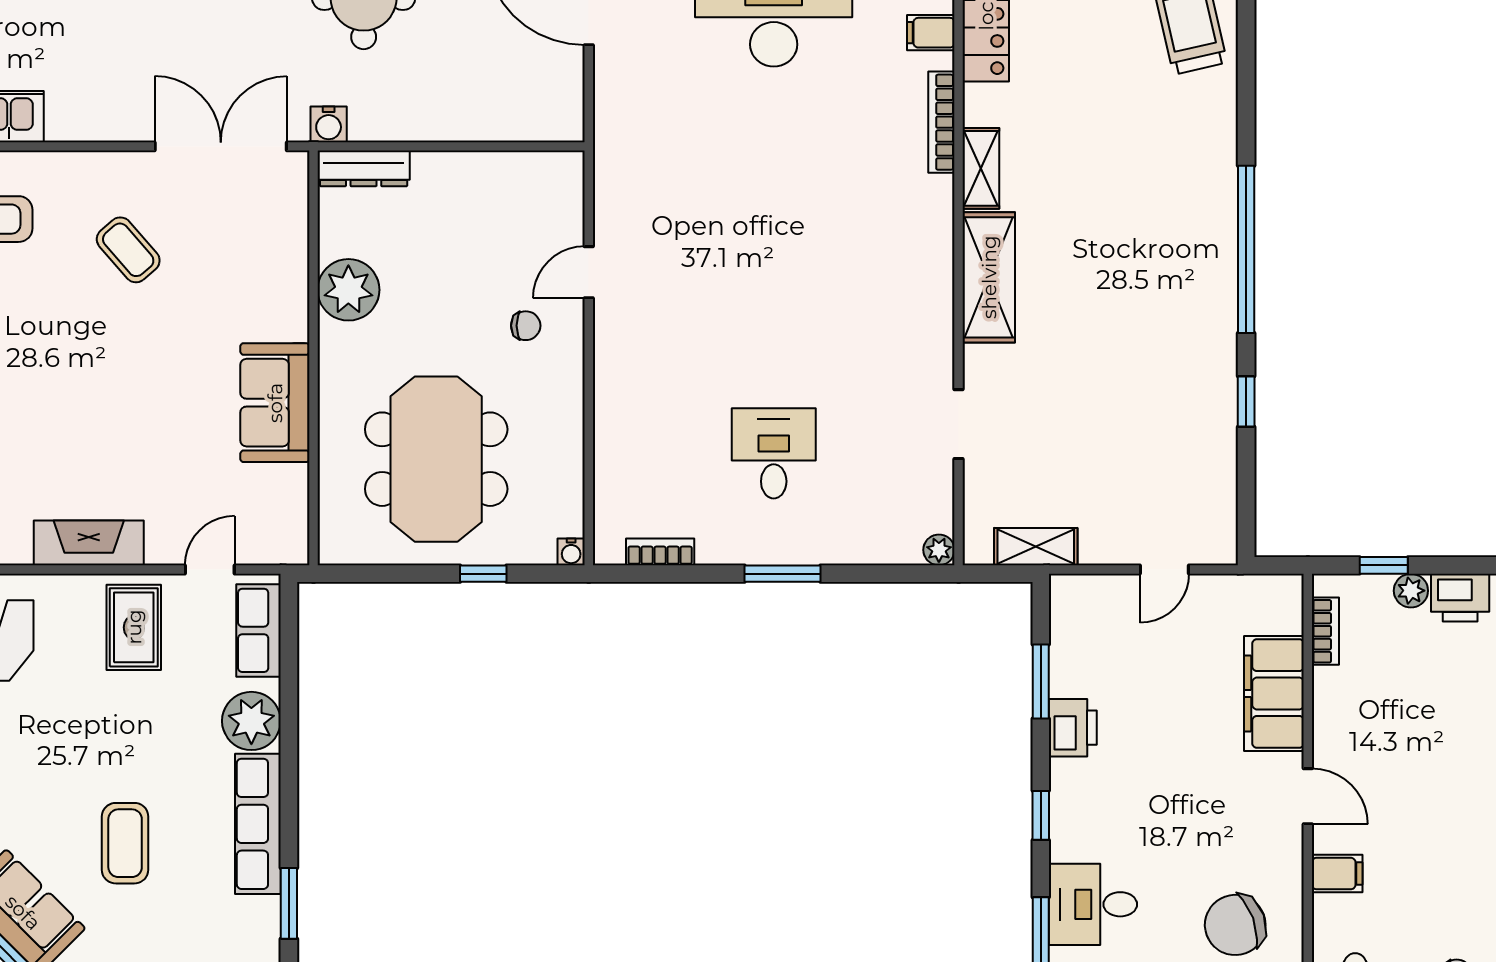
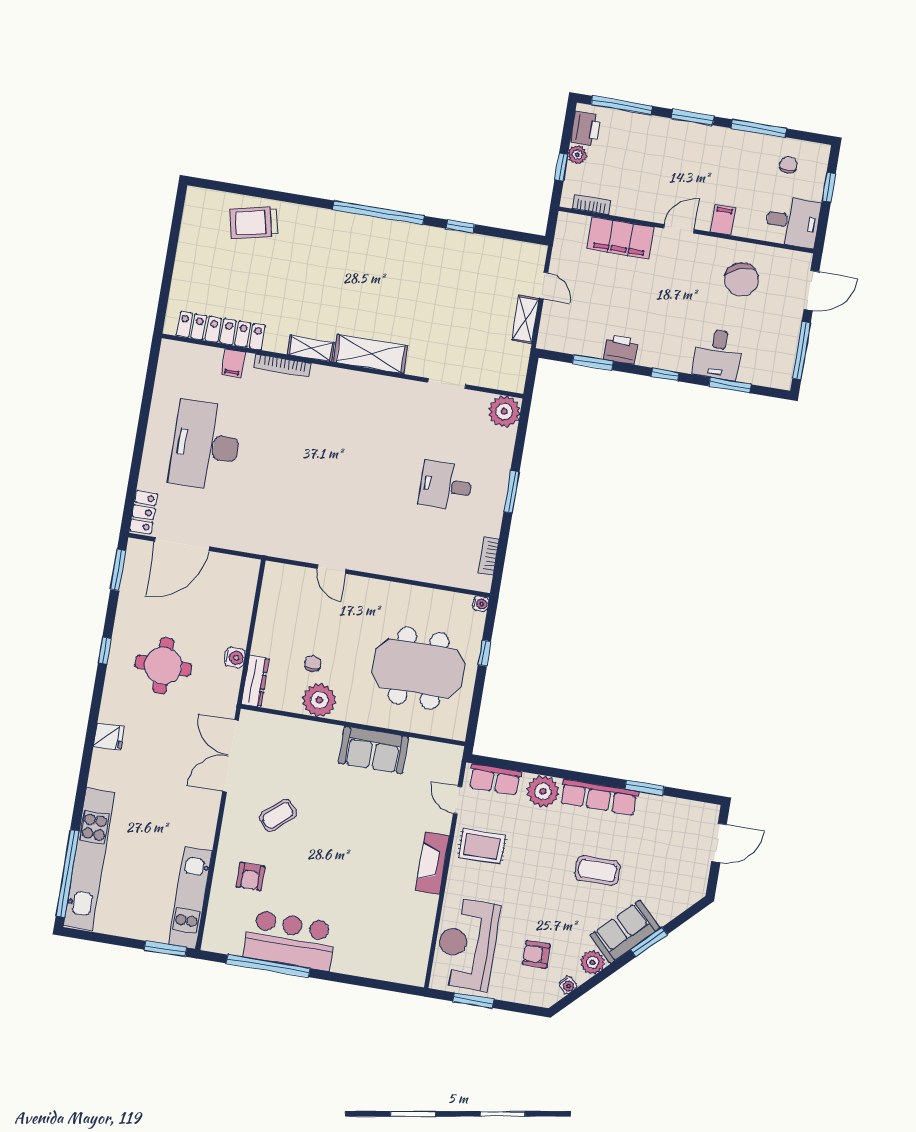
water cooler: (329, 124) -> (235, 658), moved
chair: (526, 326) -> (313, 664), moved
shelving: (1036, 547) -> (525, 320), moved
plant: (939, 550) -> (504, 411), width x1.88, depth x1.88

